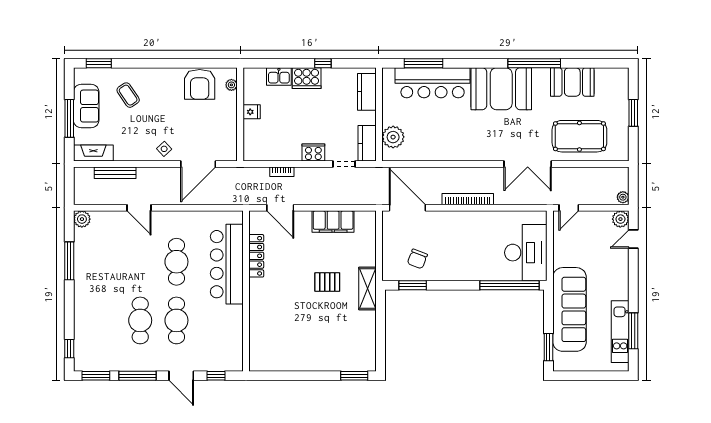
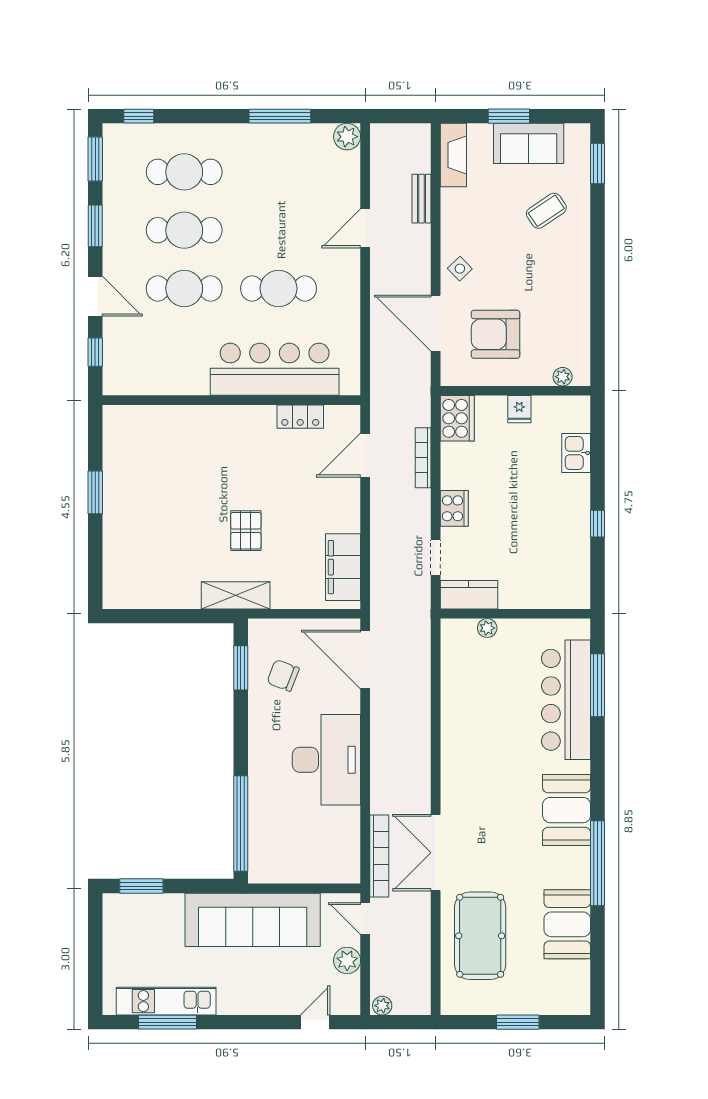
cooker: (307, 78) -> (457, 418), moved, turned 180
armchair: (200, 84) -> (496, 334), moved
booth: (501, 89) -> (567, 810), width x0.73, depth x0.70
kitchen counter: (367, 92) -> (551, 594), removed
window: (69, 118) -> (509, 116), width x0.69
plant: (393, 137) -> (487, 628), width x0.53, depth x0.53
bookcase: (282, 172) -> (423, 458), width x1.56
bench: (115, 173) -> (422, 199), width x0.73
bookcase: (468, 199) -> (379, 856), moved
door: (407, 208) -> (365, 659), swing flipped
plant: (620, 219) -> (347, 960), moved
filing cabinet: (333, 222) -> (343, 567), moved
door: (633, 239) -> (315, 1022), hinge flipped
desk: (526, 253) -> (326, 760), moved, turned -90
locker: (256, 256) -> (300, 417), width x0.66
sofa: (570, 309) -> (253, 920), moved
cafe table: (104, 320) -> (184, 172), added
window: (138, 376) -> (95, 226), width x0.69
door: (181, 376) -> (95, 296), swing flipped
window: (354, 376) -> (95, 492), moved

